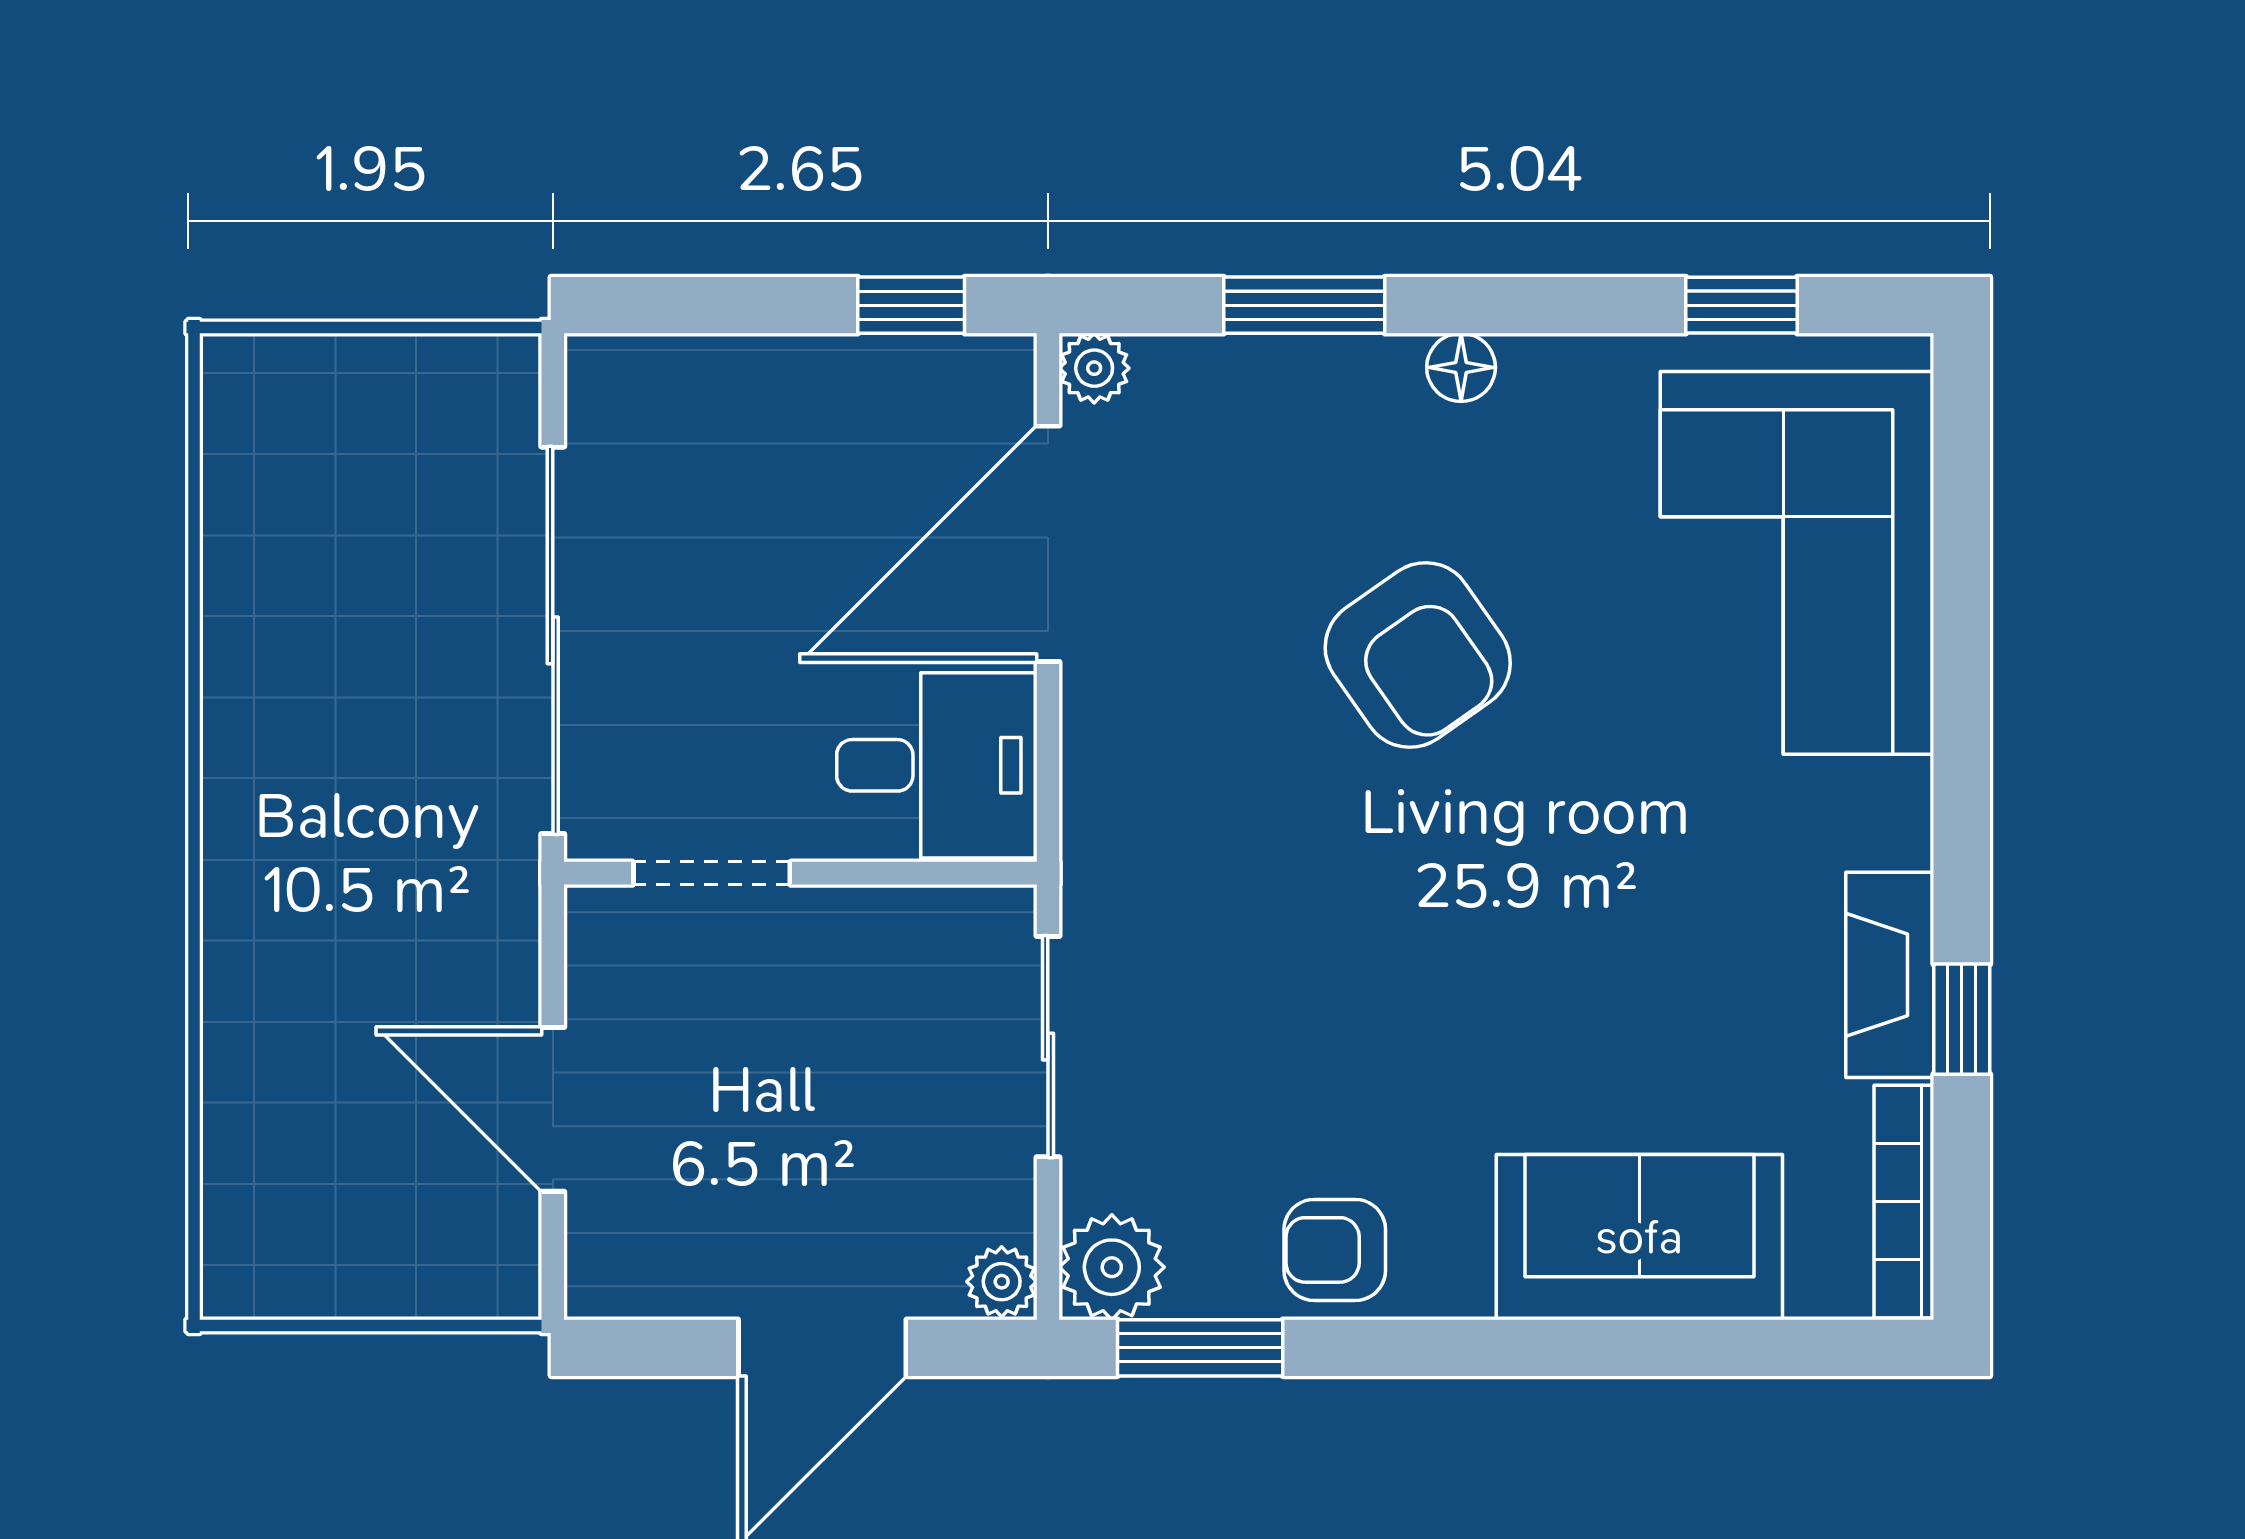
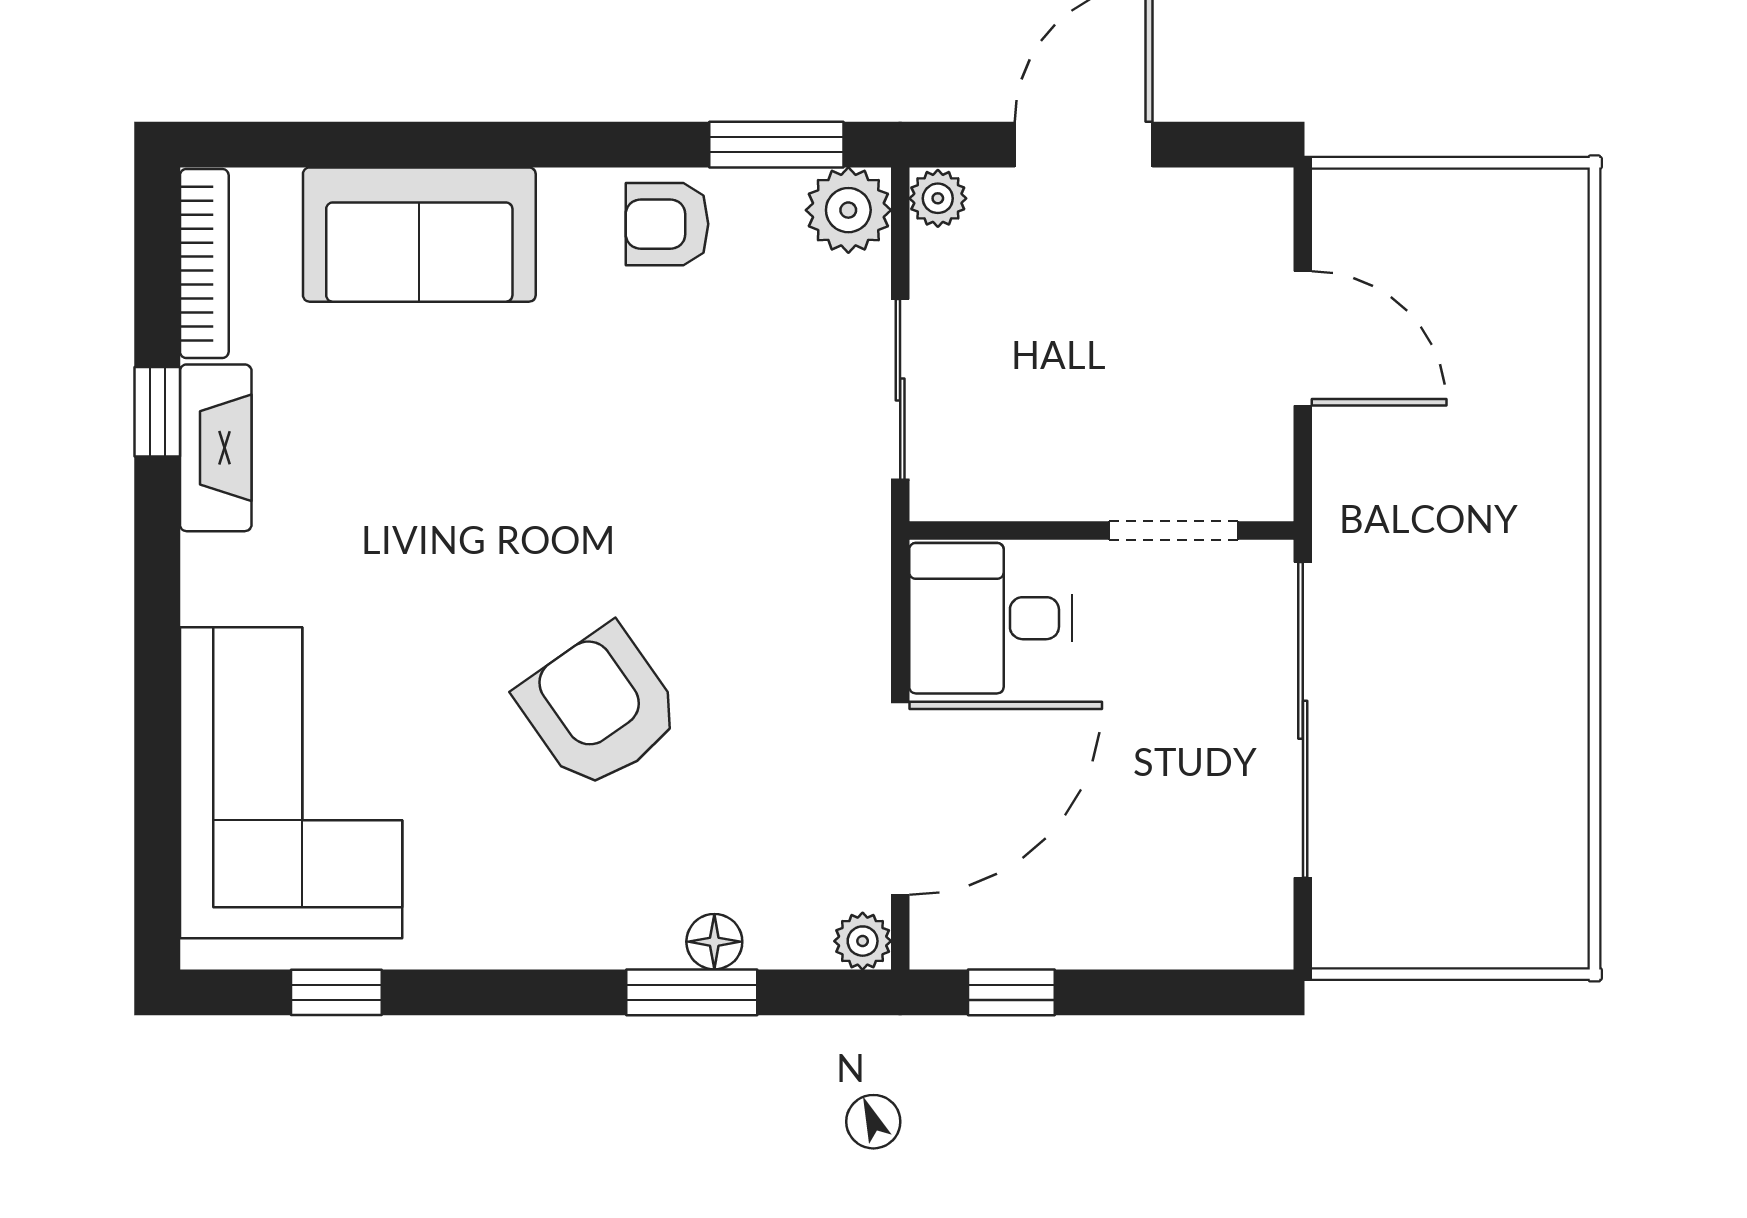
floor lamp: (1461, 367) -> (714, 942), moved
armchair: (1335, 1250) -> (667, 224), turned 180

